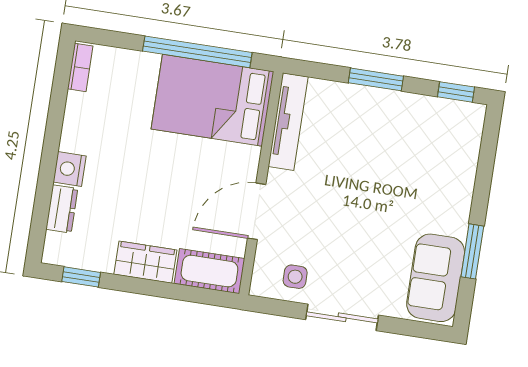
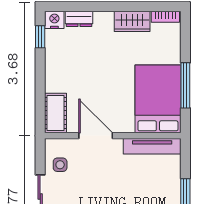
window: (197, 52) -> (185, 85), width x0.68
nightstand: (70, 169) -> (54, 20), moved
wardrobe: (145, 262) -> (132, 21), moved, turned 90

